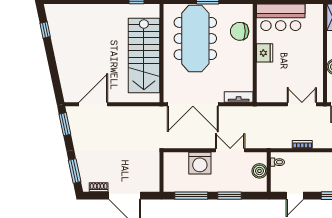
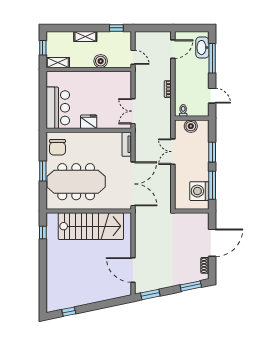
chair: (240, 31) -> (57, 147), moved
double door: (302, 104) -> (133, 111), moved
washing machine: (200, 163) -> (199, 191), moved, turned 180

